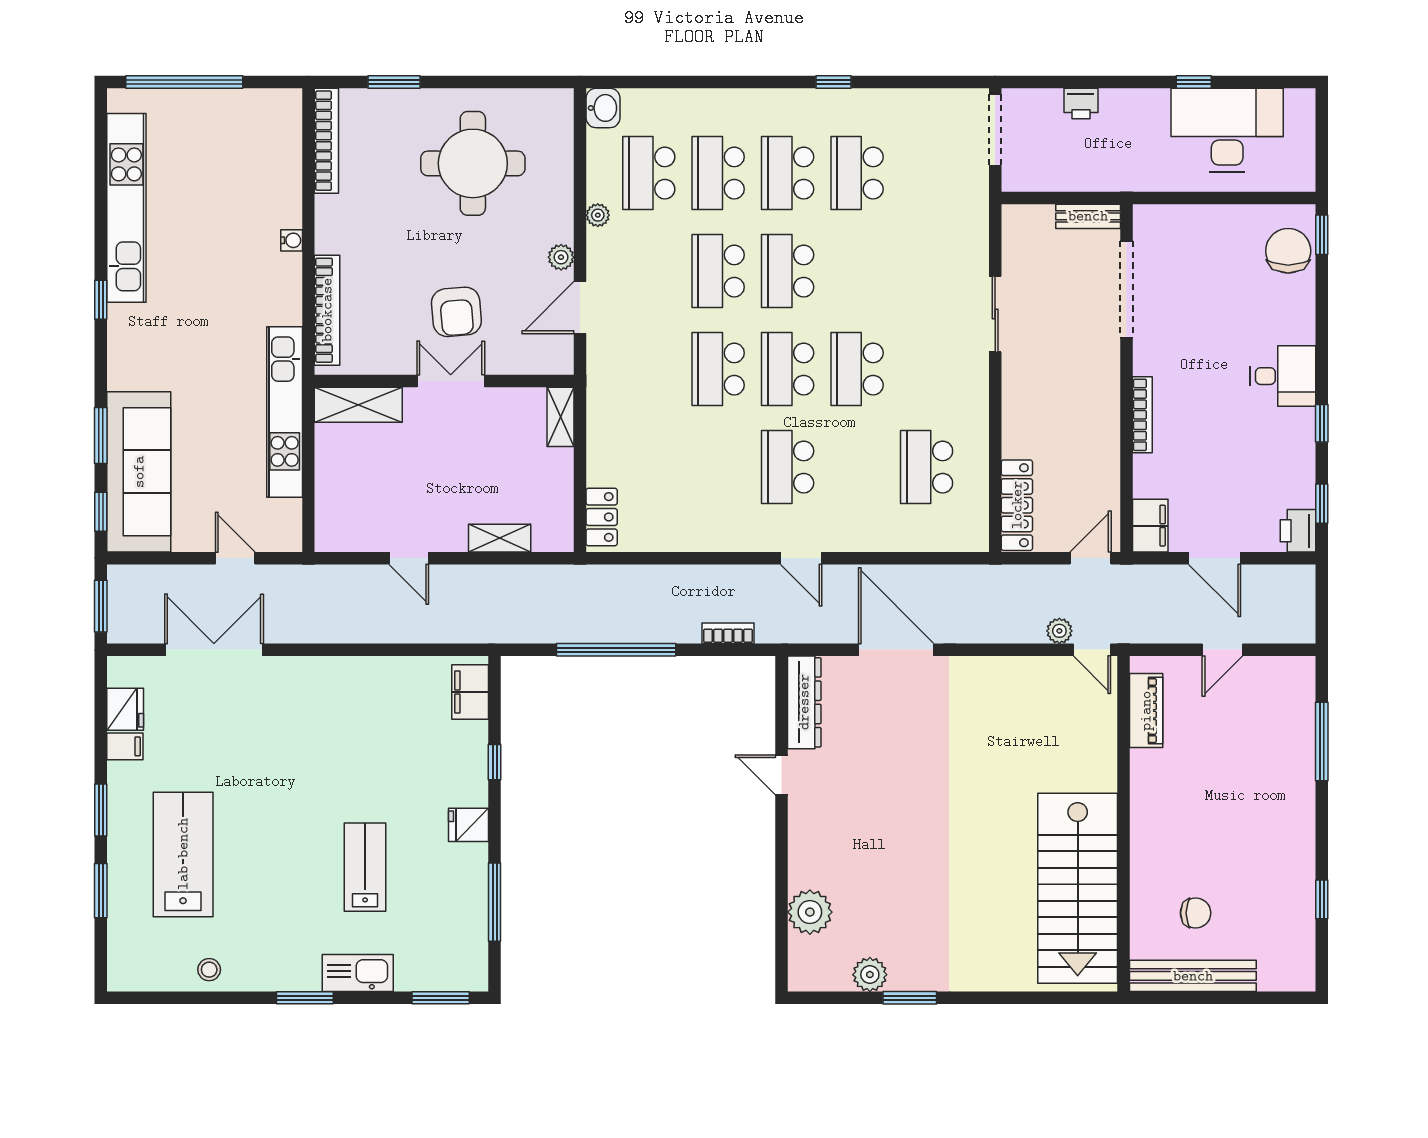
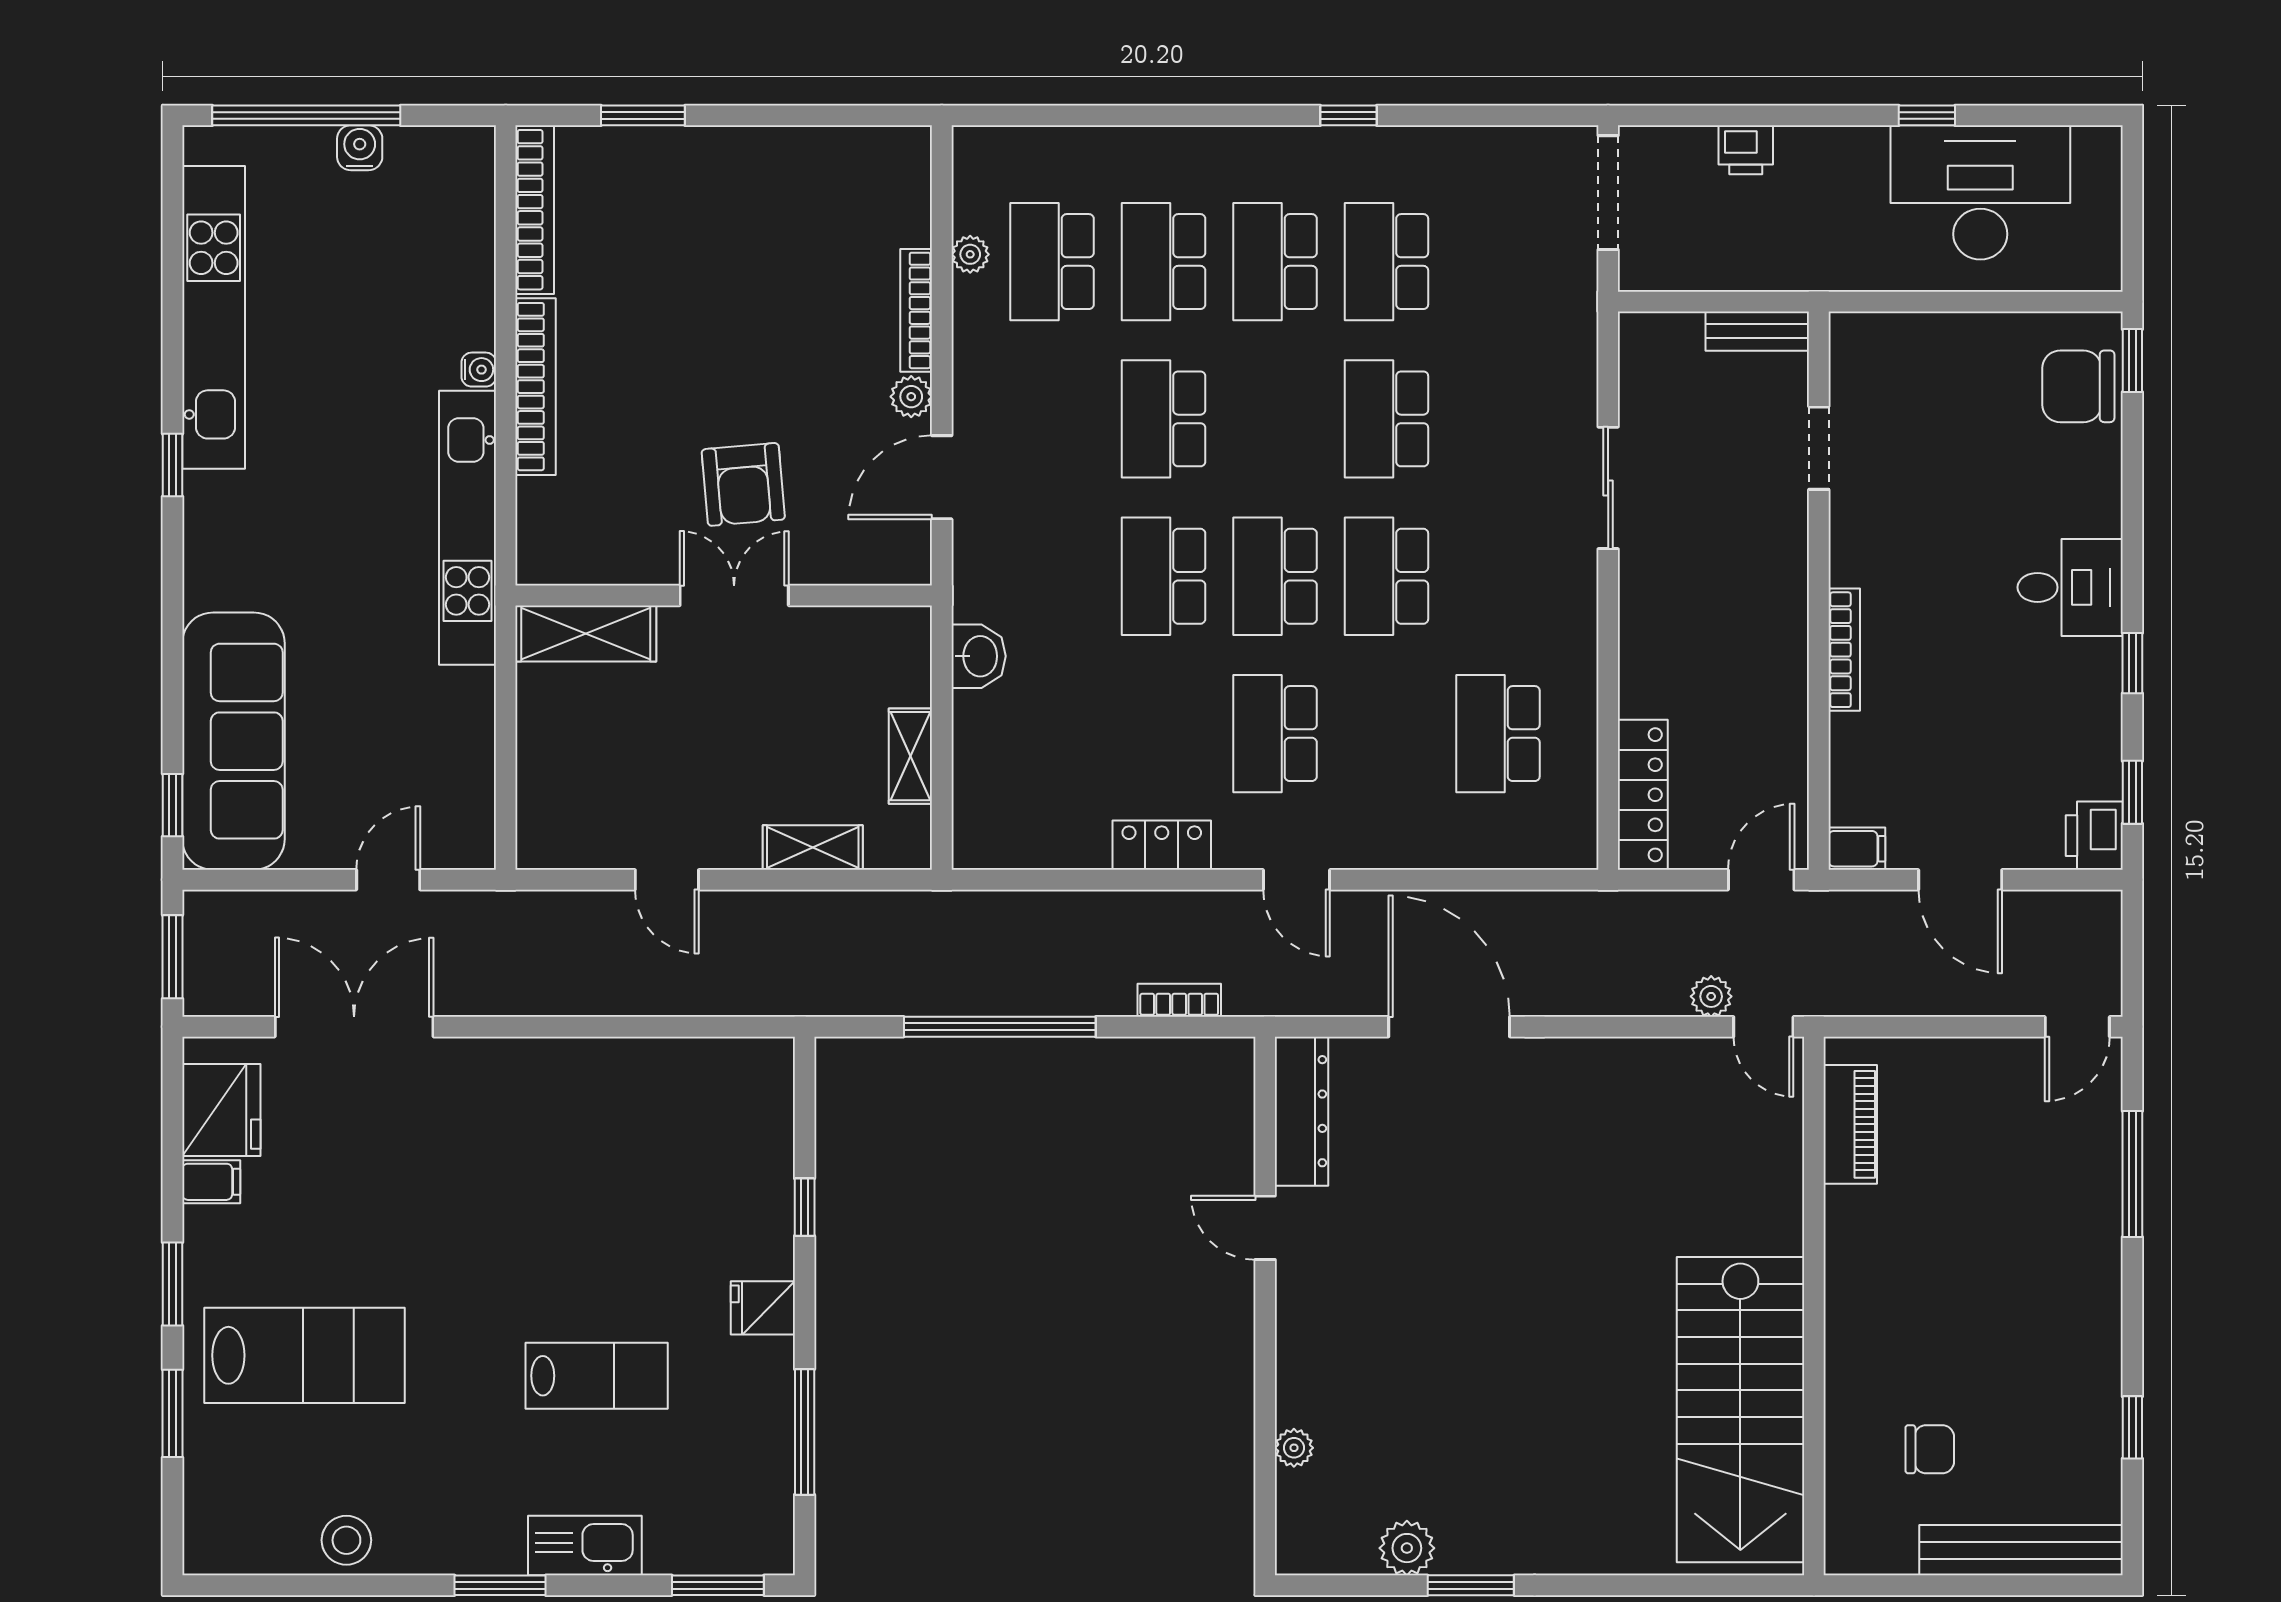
water cooler: (217, 102) -> (360, 148), added
washbasin: (603, 108) -> (979, 656), moved
round table: (473, 163) -> (770, 246), removed
bookcase: (564, 203) -> (916, 310), added
plant: (598, 215) -> (970, 254), moved
chair: (1288, 251) -> (2078, 386), turned -90
school desk: (788, 271) -> (1386, 419), moved
doorway: (1126, 289) -> (1819, 448), width x0.53
bookcase: (327, 310) -> (536, 387), moved
kitchen unit: (285, 412) -> (468, 528), moved
shelving: (561, 417) -> (910, 756), moved
window: (101, 435) -> (173, 683), removed
locker: (602, 517) -> (1162, 845), moved, turned -90
filing cabinet: (1150, 526) -> (1857, 849), width x0.50
door: (235, 558) -> (388, 880), hinge flipped
door: (1222, 650) -> (2077, 1027), moved
filing cabinet: (470, 692) -> (765, 1095), removed
fridge: (125, 709) -> (221, 1110), width x1.36, depth x1.34
lab bench: (183, 854) -> (305, 1355), turned 90
lab bench: (365, 867) -> (597, 1376), turned 90
plant: (810, 912) -> (1294, 1448), width x0.53, depth x0.53
stool: (209, 970) -> (346, 1540), width x1.37, depth x1.37
bench: (1193, 976) -> (2021, 1550), moved

